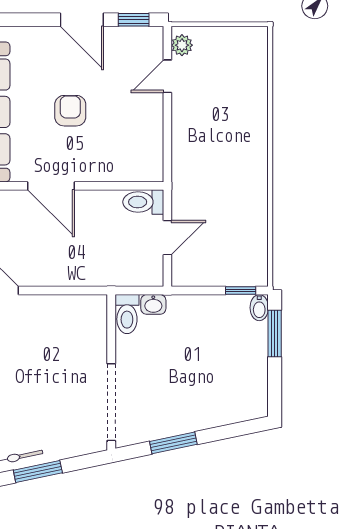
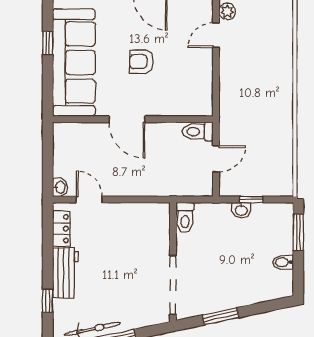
armchair: (70, 111) -> (142, 62), turned -90
window: (241, 291) -> (251, 199), moved
washbasin: (153, 304) -> (241, 210), moved
bidet: (259, 308) -> (283, 262), moved, turned 90

